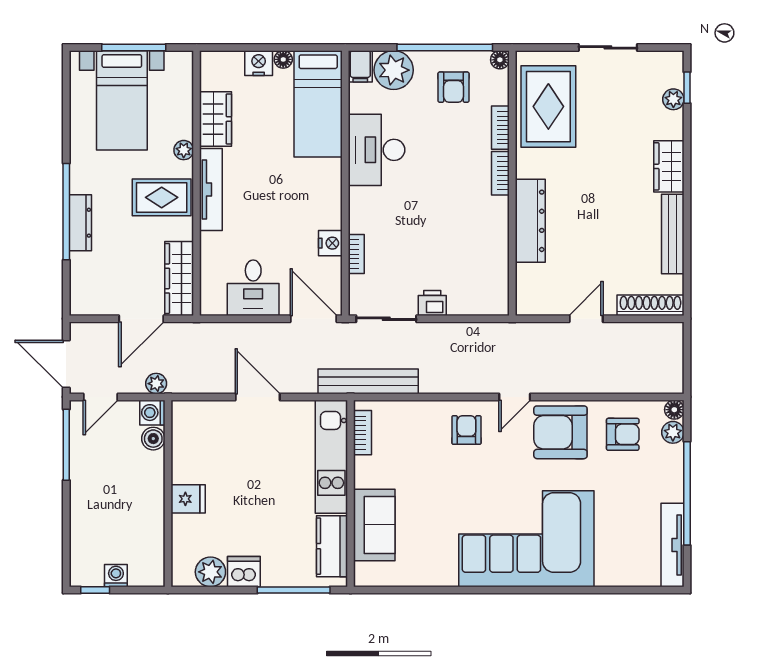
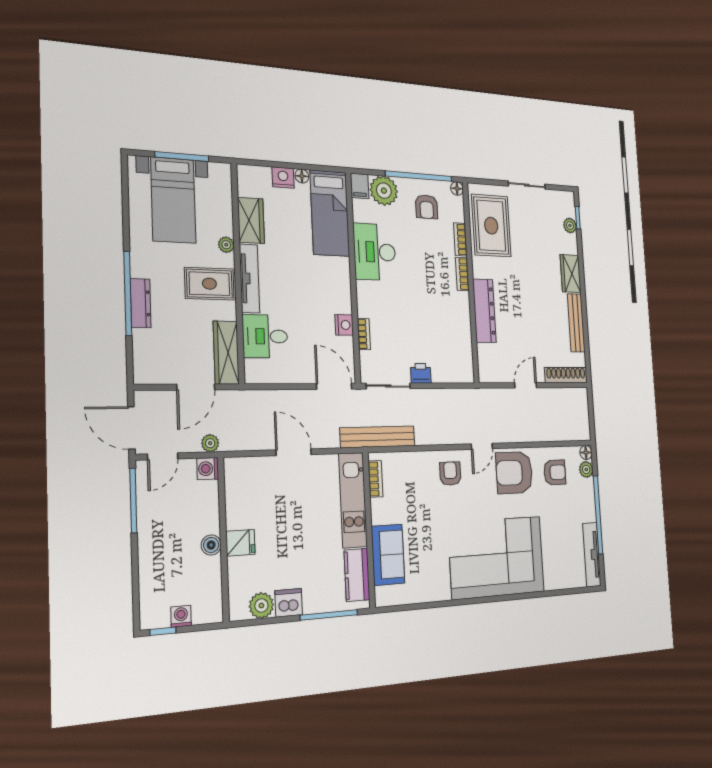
desk: (253, 288) -> (265, 336), moved, turned 90
boiler: (153, 439) -> (211, 545), moved

